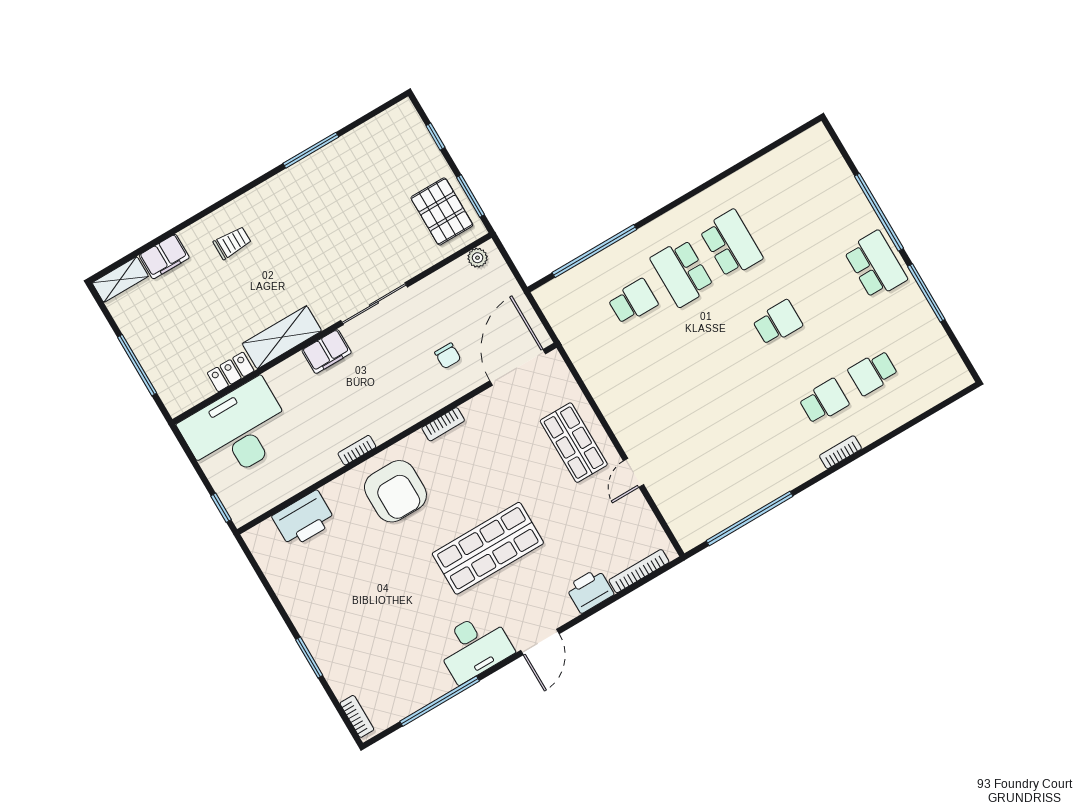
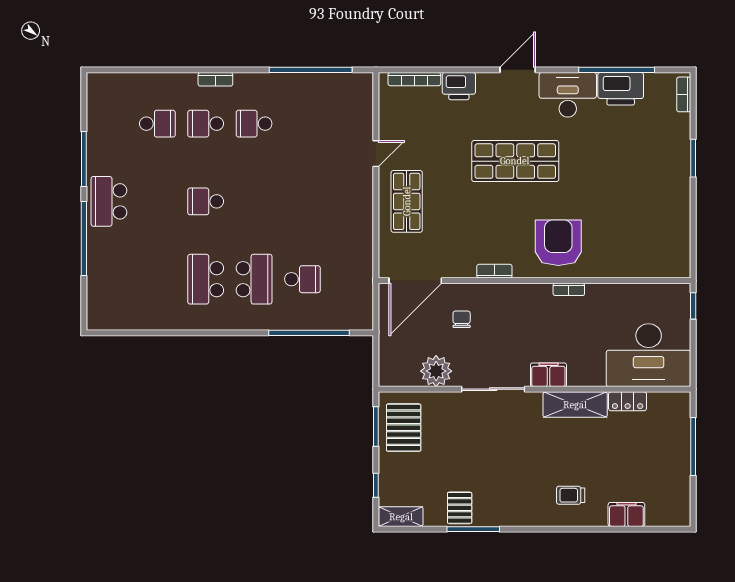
pallet: (337, 164) -> (460, 508), added
plant: (478, 258) -> (436, 371), moved, width x1.88, depth x1.88
shelving: (120, 279) -> (401, 517), moved
school desk: (633, 302) -> (302, 279), turned 180
school desk: (775, 430) -> (254, 124), added
printer: (304, 519) -> (621, 89), moved, turned 180

